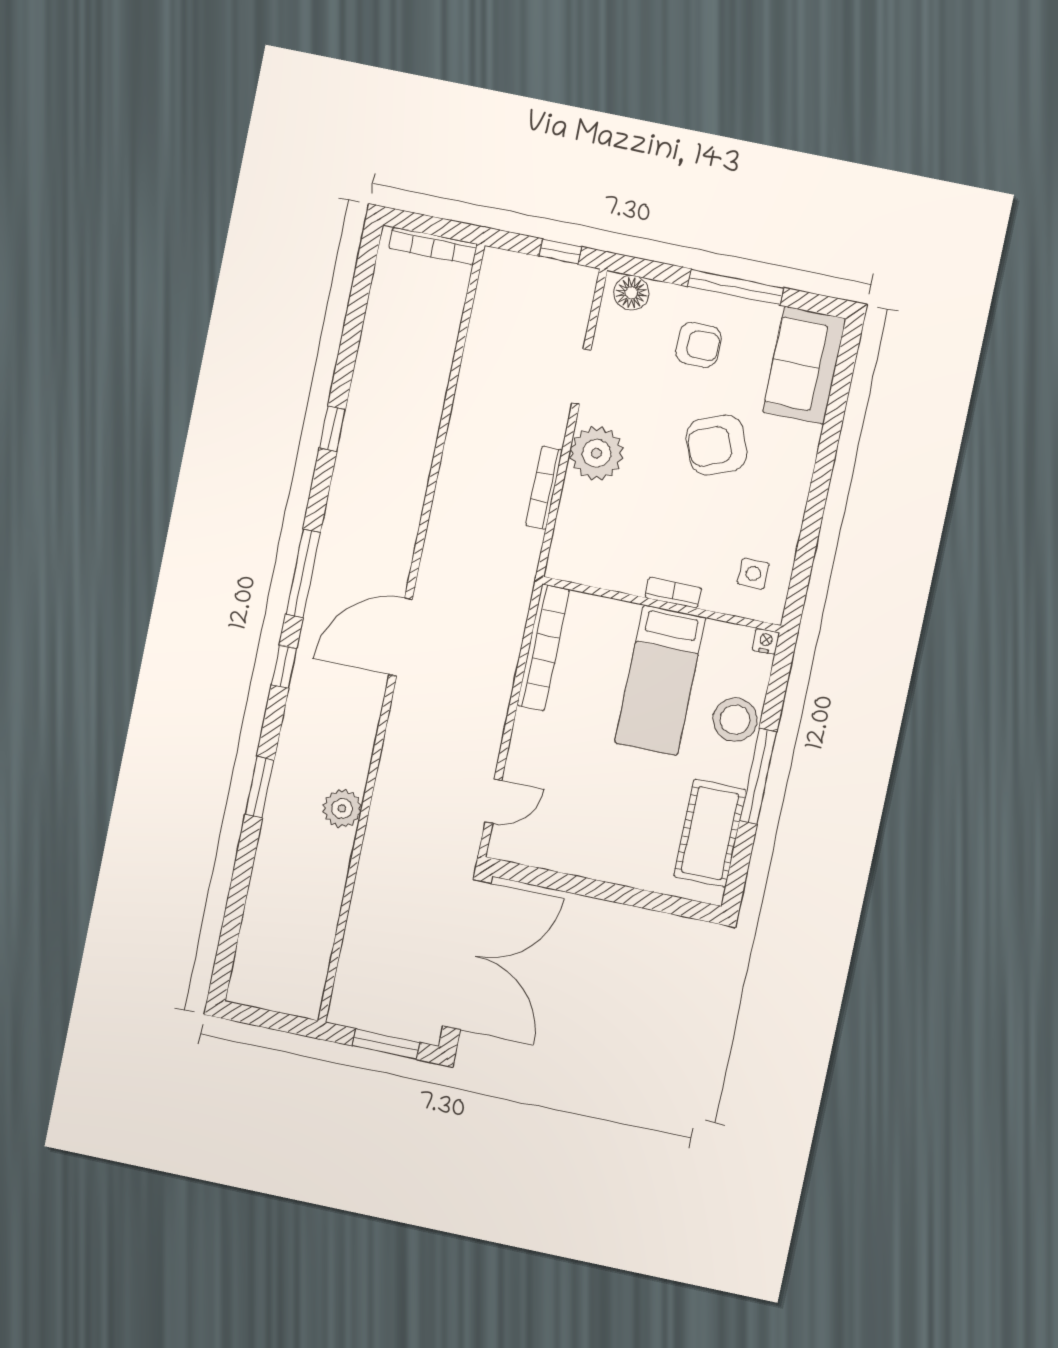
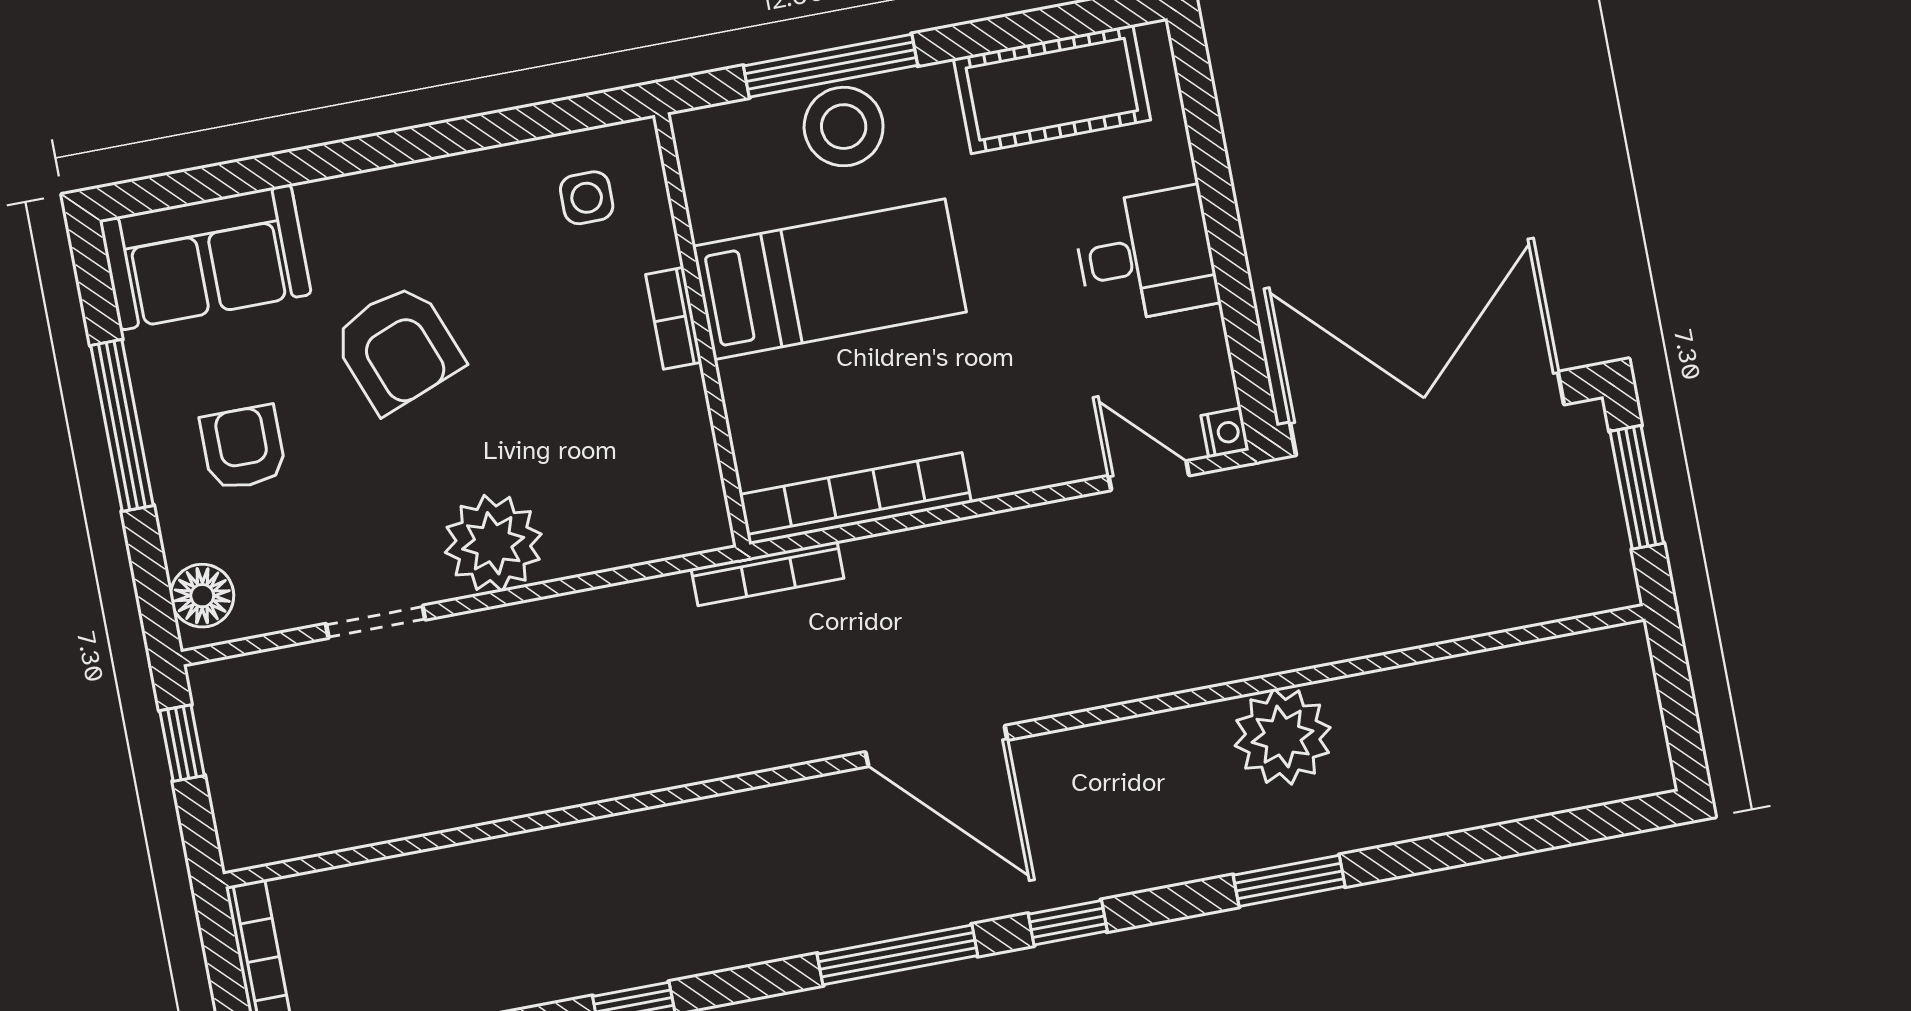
bookcase: (544, 488) -> (767, 573), moved
nightstand: (766, 641) -> (1225, 433), moved, turned 180
window: (758, 776) -> (831, 66), moved
plant: (342, 809) -> (1283, 737), width x1.36, depth x1.36
desk: (606, 846) -> (1146, 255), added

